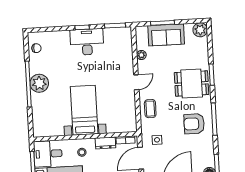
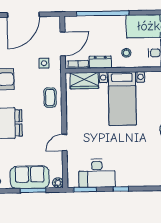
desk: (87, 42) -> (97, 173), moved
plant: (141, 55) -> (58, 183), moved
door: (136, 82) -> (64, 143), moved
wardrobe: (119, 125) -> (84, 81), added

